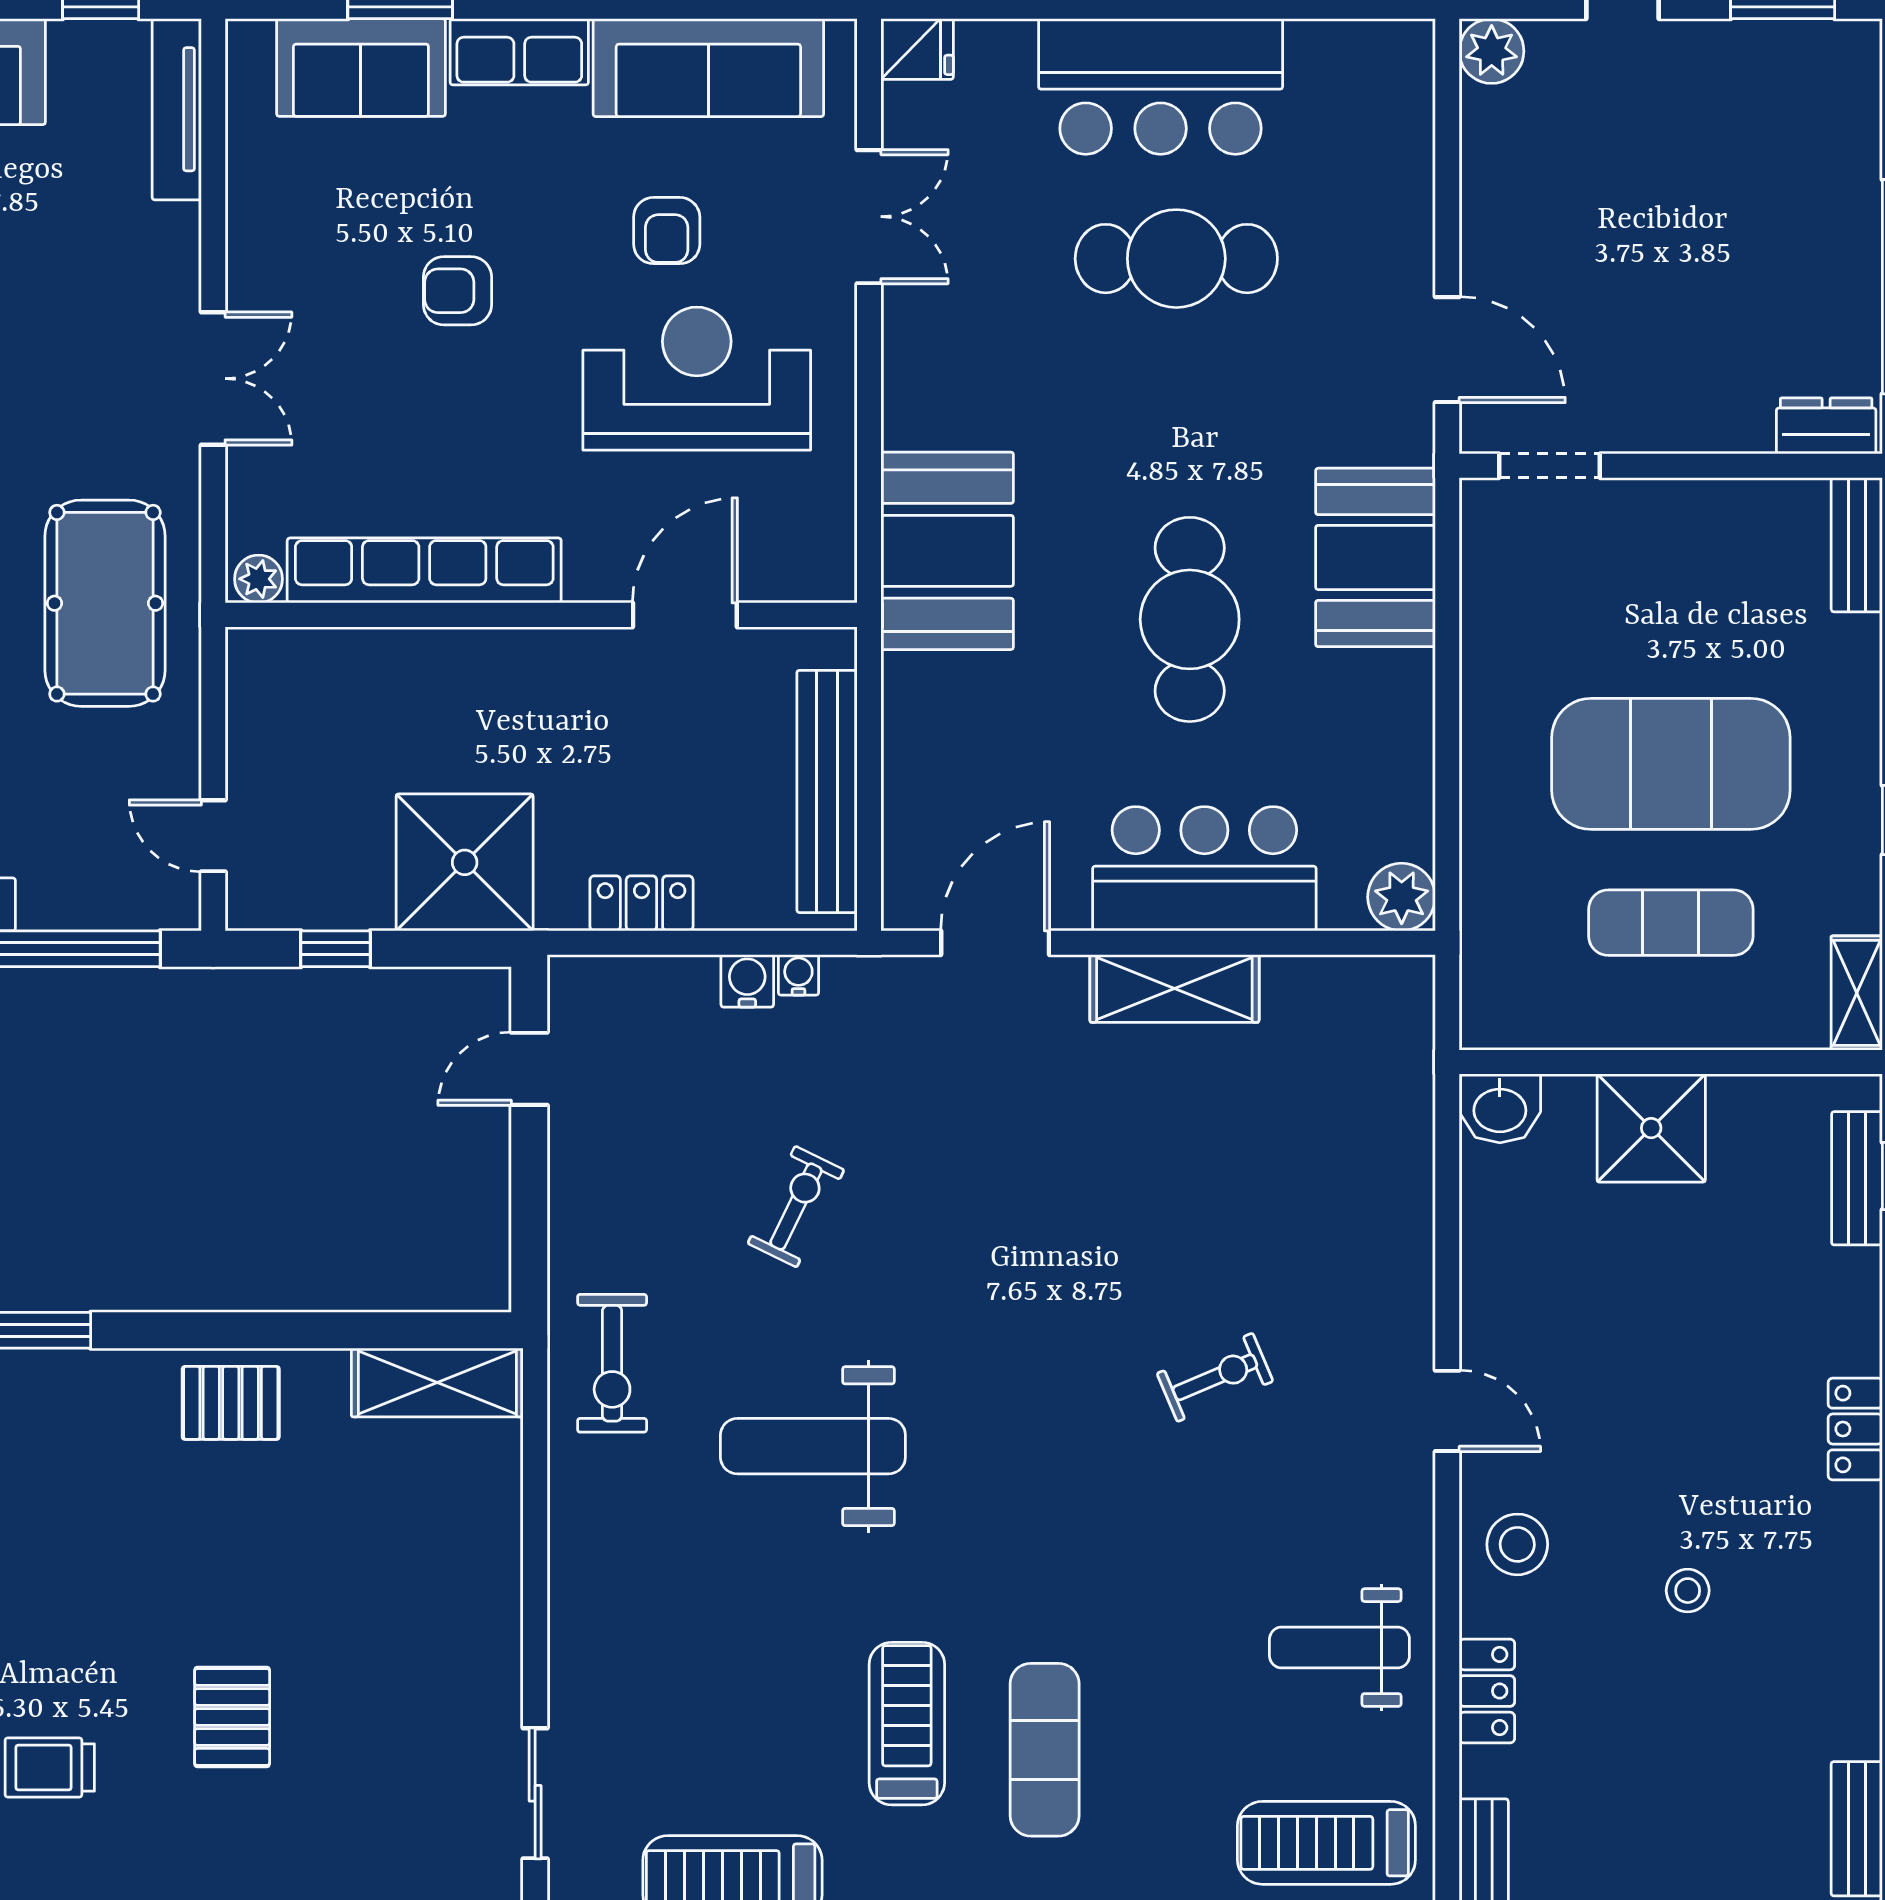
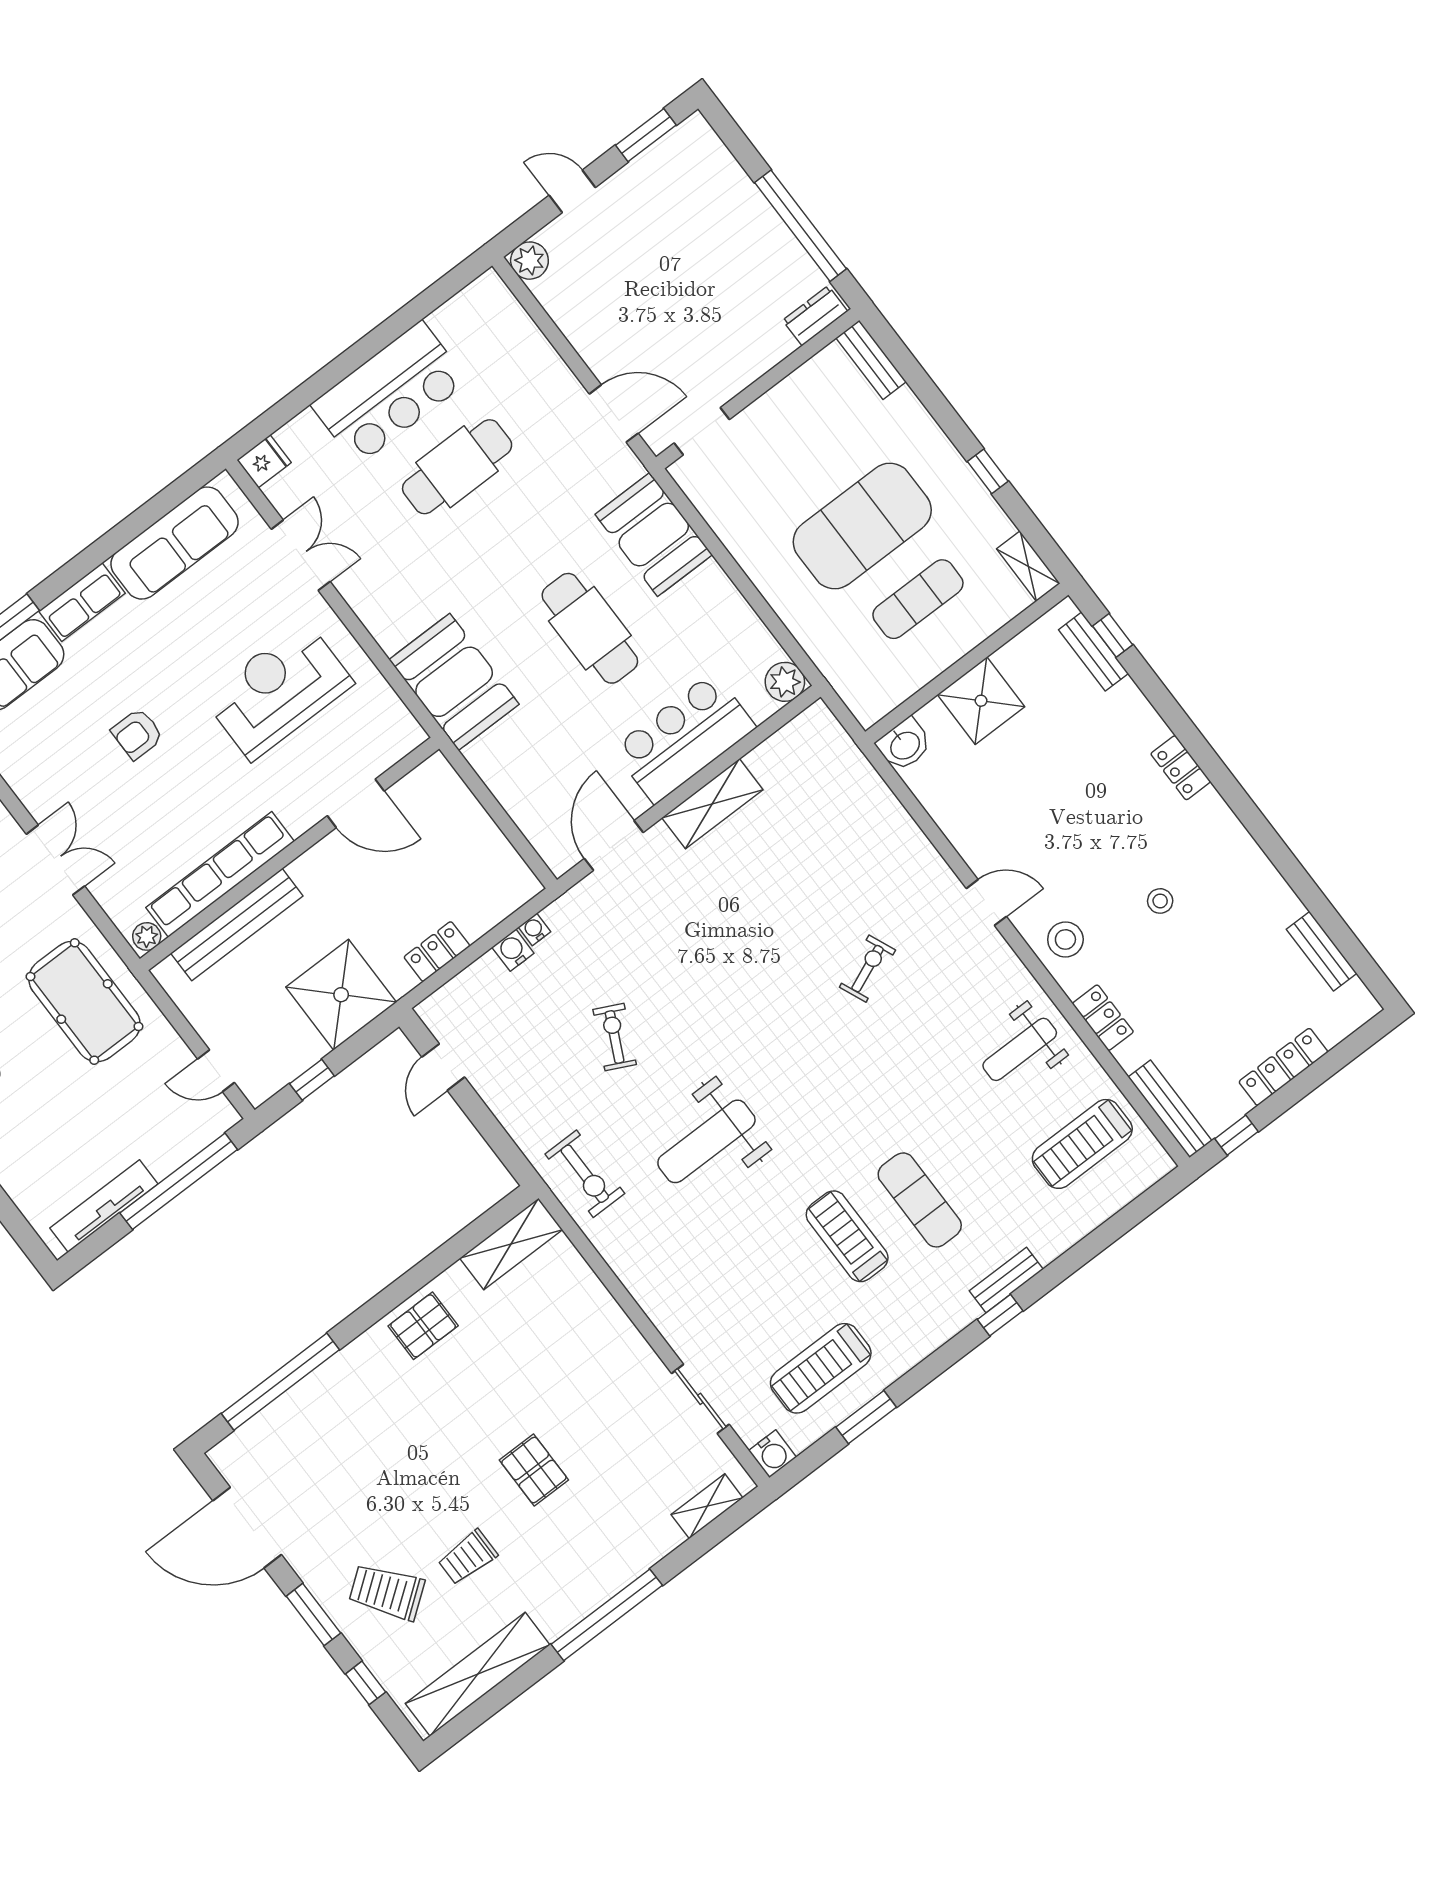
armchair: (667, 231) -> (212, 633), removed
door: (685, 615) -> (356, 803), swing flipped
bench: (827, 791) -> (237, 925), moved, turned 90

